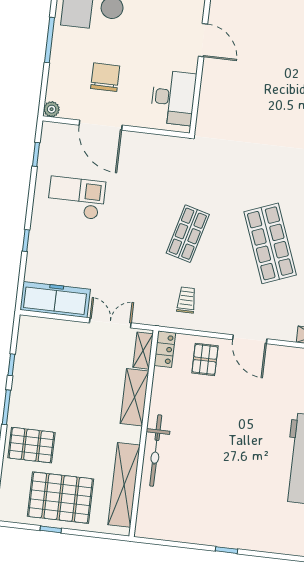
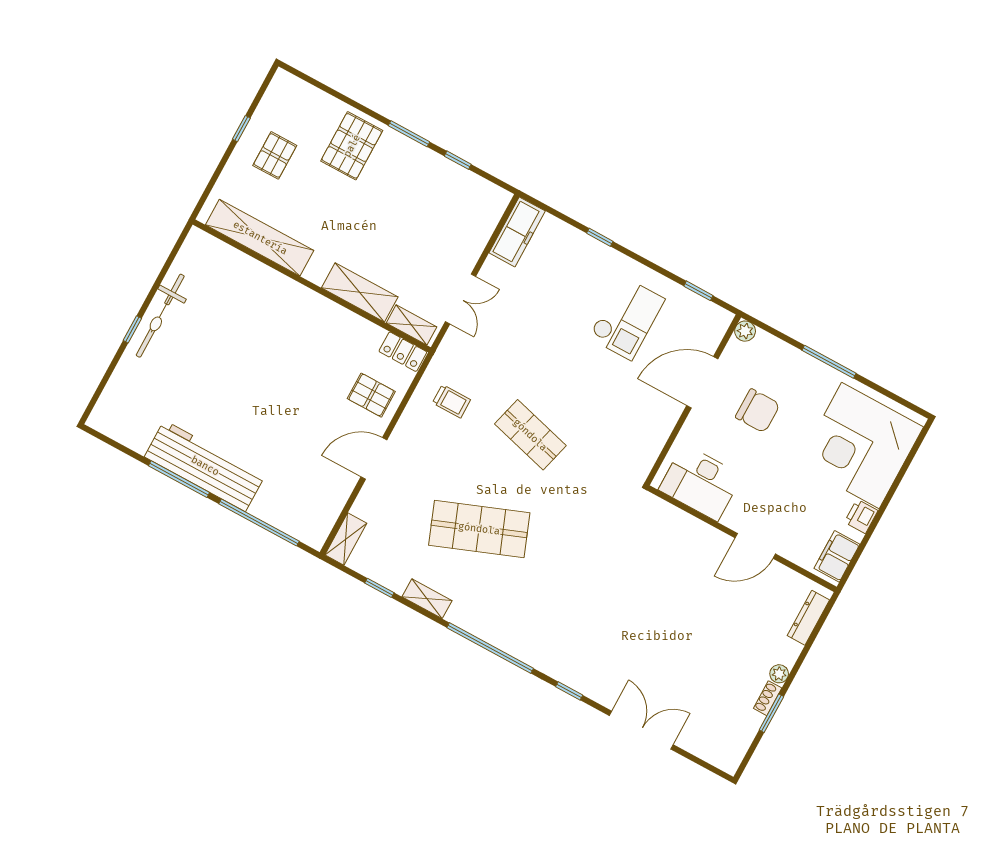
freezer: (55, 300) -> (517, 232), width x0.73, depth x0.79
bicycle: (156, 451) -> (160, 316), moved, turned -90
pallet: (61, 498) -> (275, 155), width x0.49, depth x0.50

